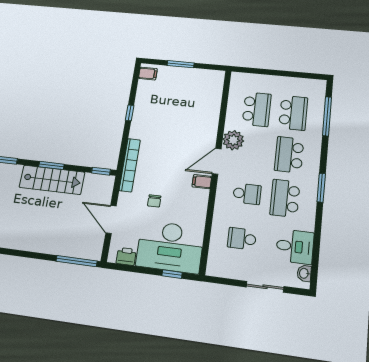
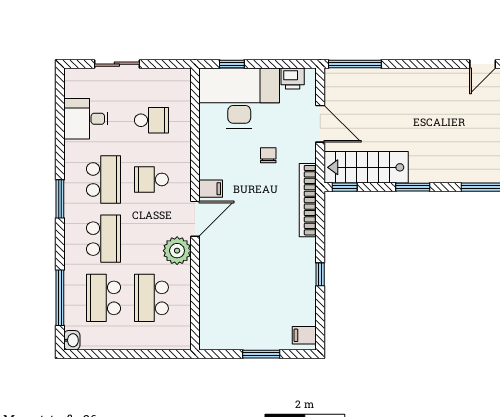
stairs: (52, 180) -> (366, 167), moved
washbasin: (304, 273) -> (72, 340), moved

